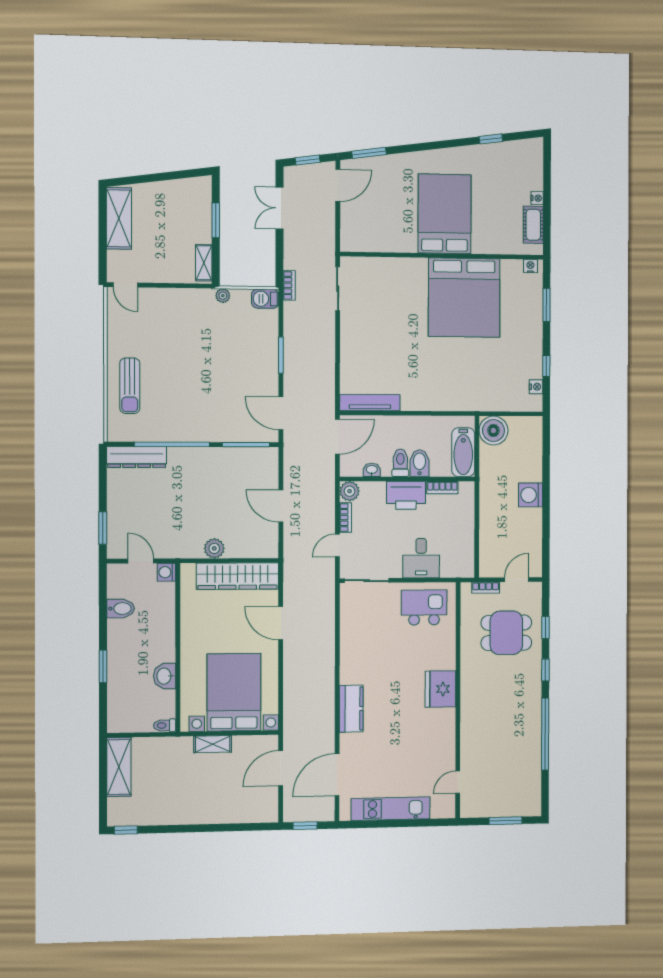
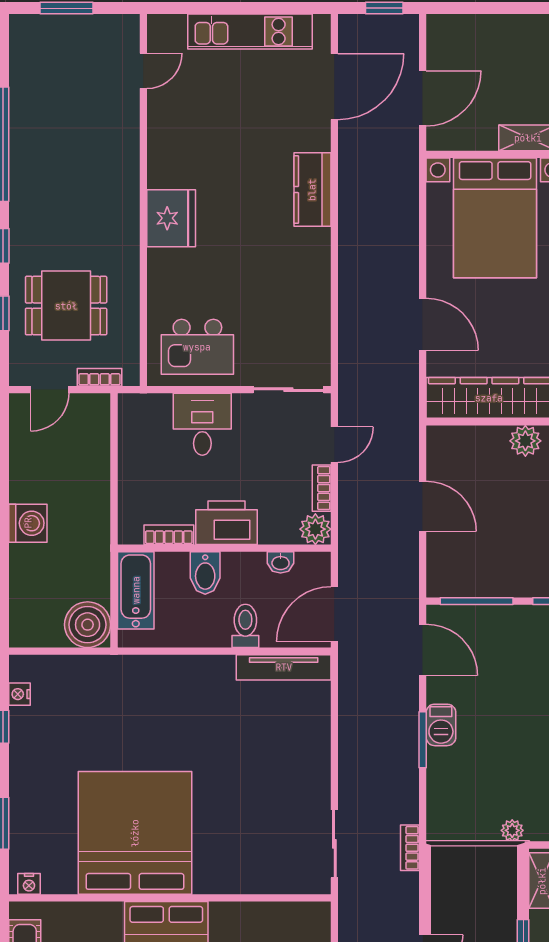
barbecue: (265, 299) -> (441, 725), moved, turned 90
toilet: (400, 463) -> (245, 626), moved, turned 180

